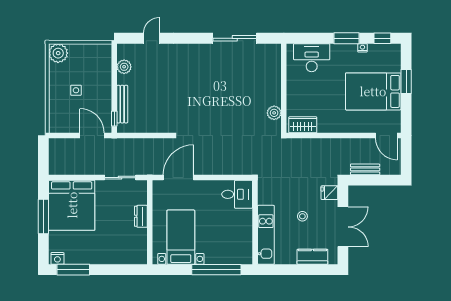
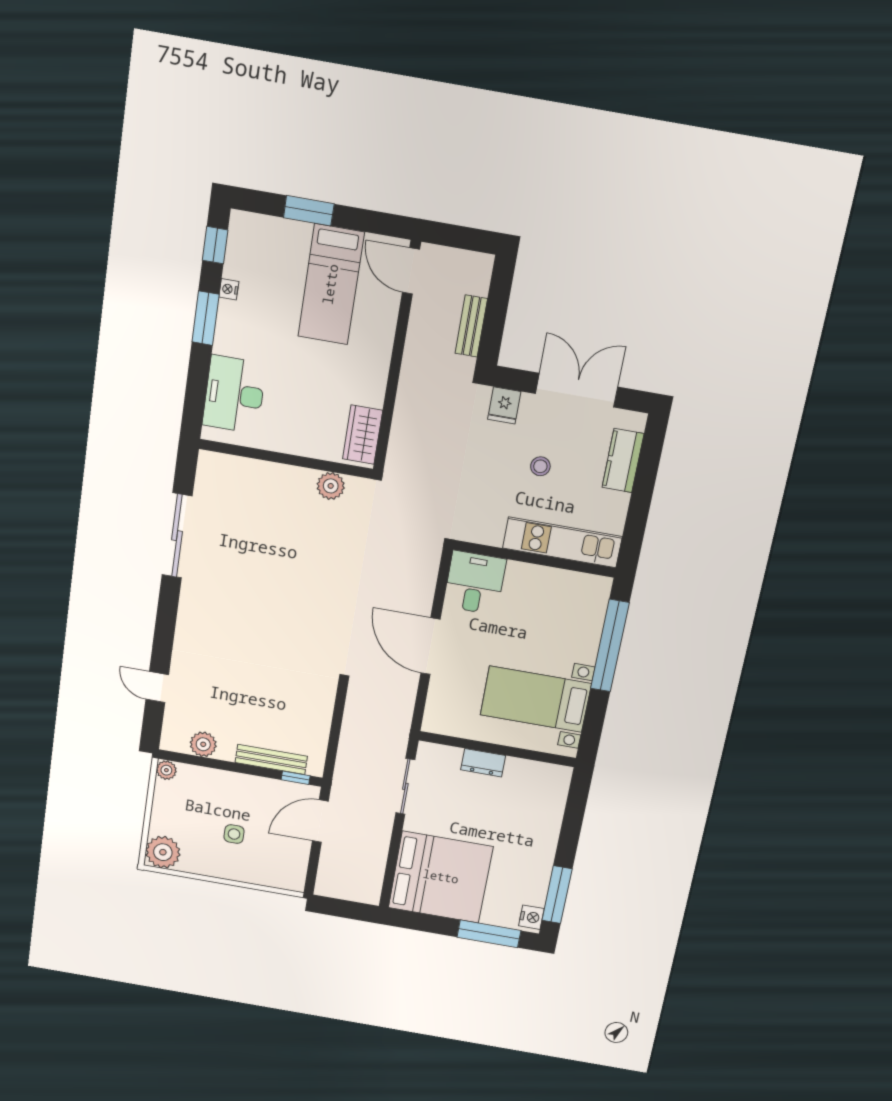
plant: (106, 49) -> (166, 770), added
bed: (373, 91) -> (331, 284), width x0.67
door: (386, 136) -> (411, 271), swing flipped
door: (178, 178) -> (430, 646), moved
window: (43, 217) -> (489, 934), moved

